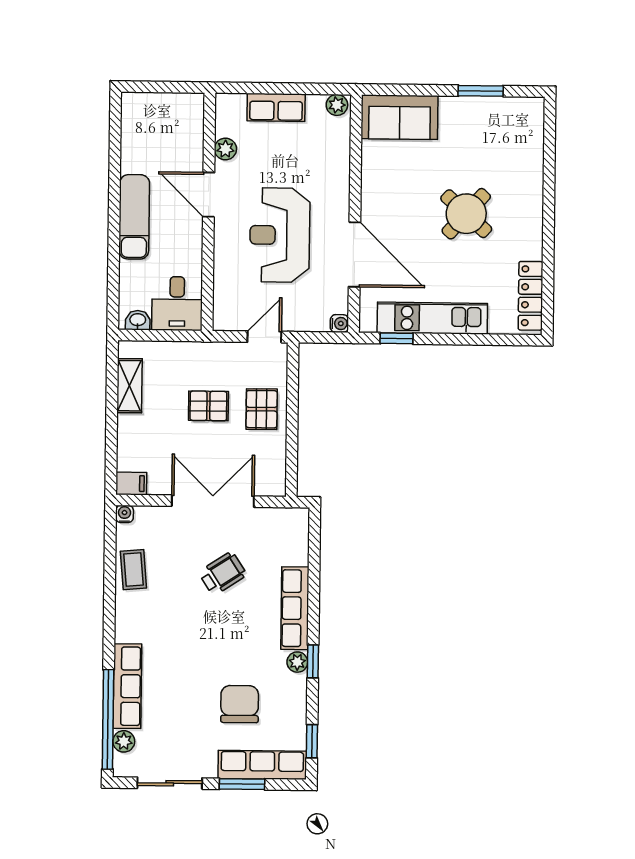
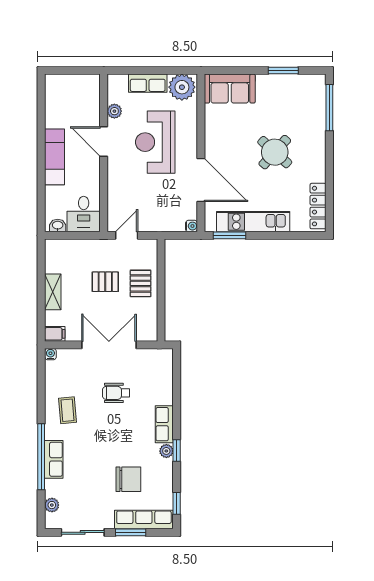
plant: (337, 105) -> (182, 87), width x1.88, depth x1.88
window: (549, 148) -> (329, 108), added
reception desk: (280, 235) -> (155, 142), moved
door: (264, 337) -> (127, 235), moved
window: (397, 338) -> (230, 235), width x1.50
shelving: (130, 386) -> (53, 292), moved
coffee table: (133, 570) -> (67, 410), moved
wheelchair: (223, 574) -> (116, 393), turned -147
row of seats: (295, 608) -> (164, 424), width x0.68
row of seats: (127, 686) -> (54, 459), width x0.68
chair: (240, 704) -> (128, 479), turned 90
window: (108, 719) -> (41, 457), moved

